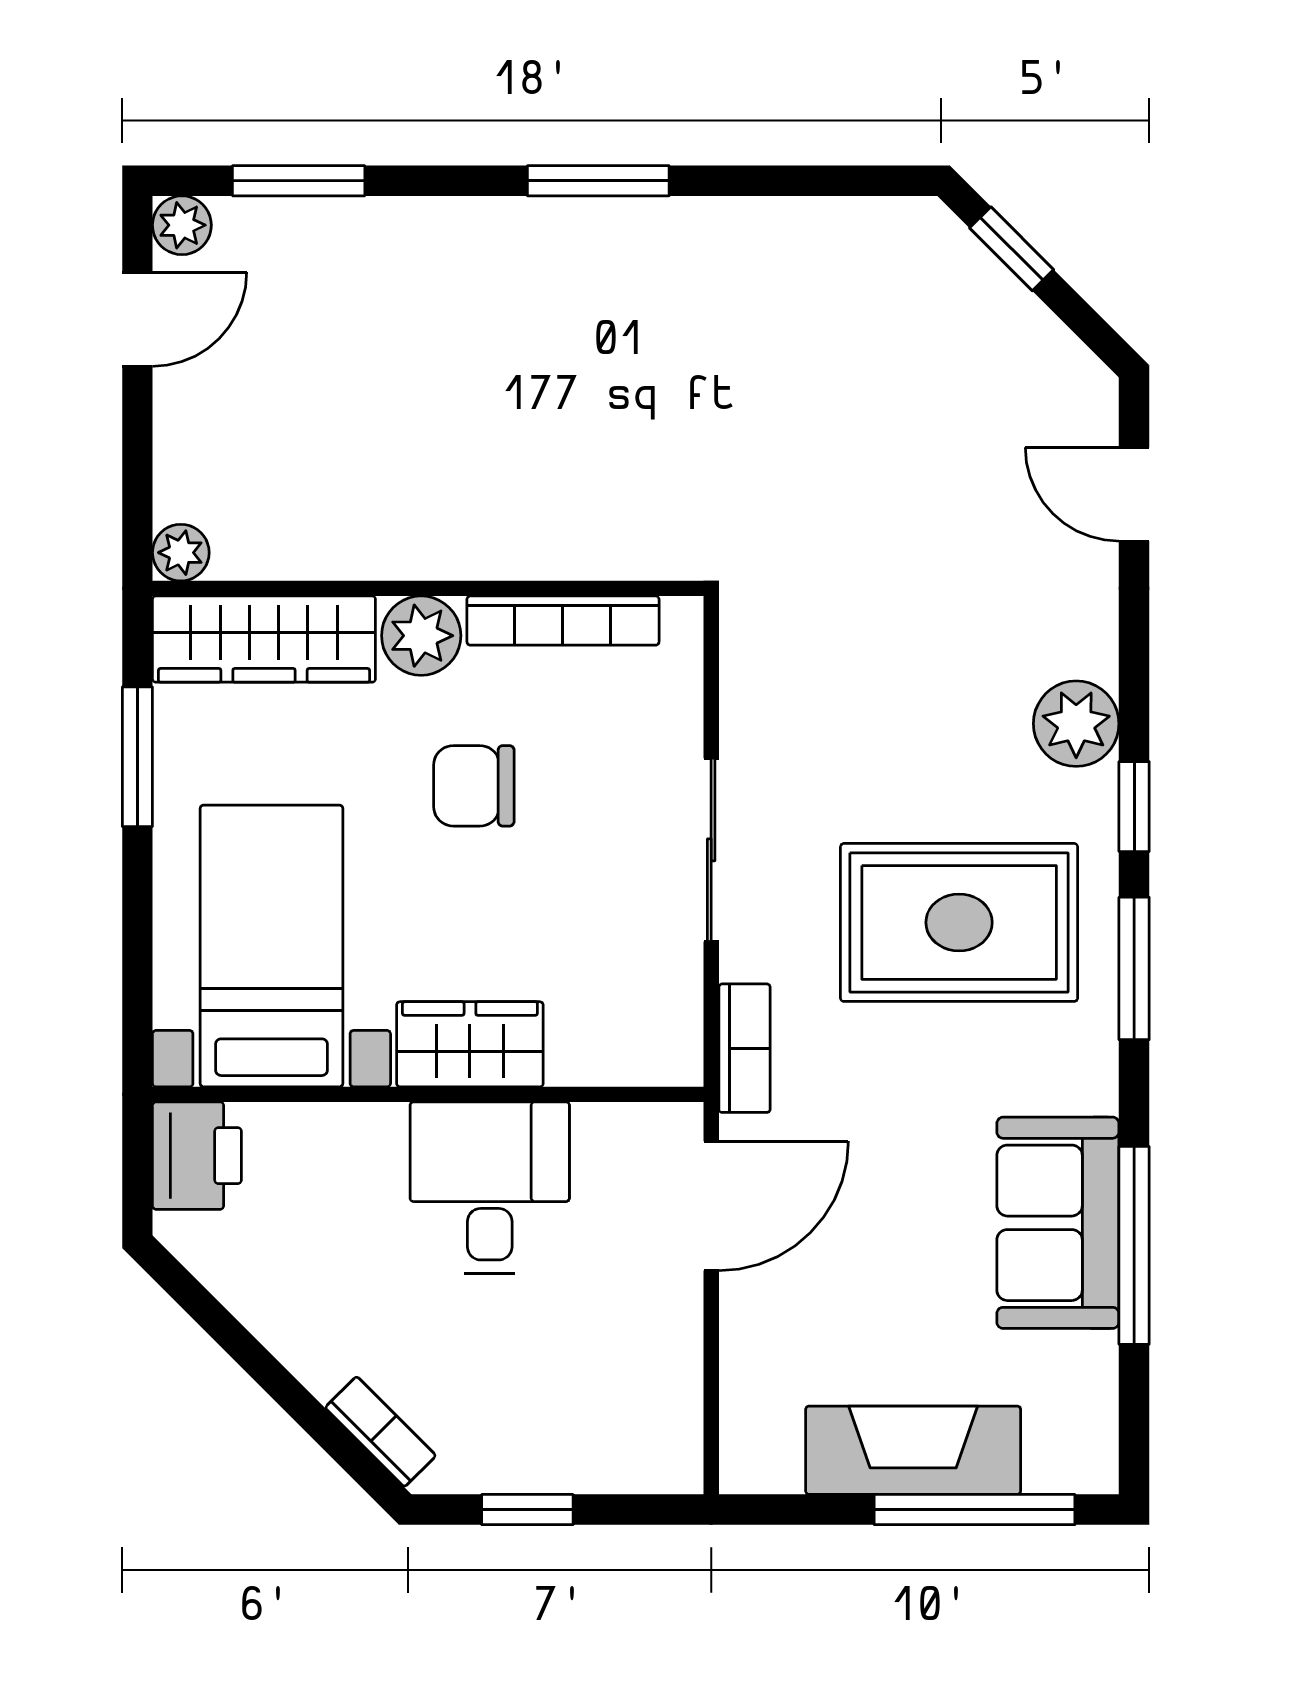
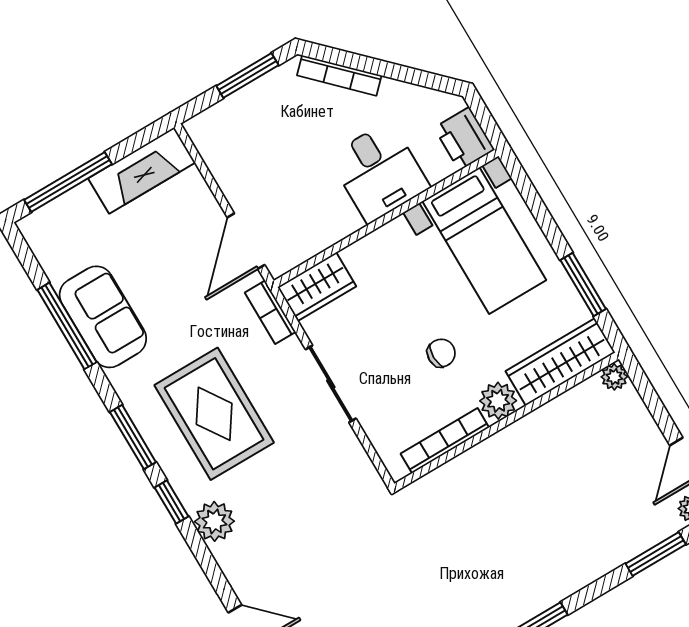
chair: (474, 786) -> (441, 353), width x0.73, depth x0.73
rug: (959, 922) -> (214, 414), turned 90
wardrobe: (470, 1044) -> (317, 287), moved
desk: (490, 1188) -> (379, 172), moved
bookcase: (380, 1432) -> (339, 75), width x1.56
fireplace: (913, 1450) -> (142, 170), moved
window: (527, 1510) -> (247, 75), width x1.50

